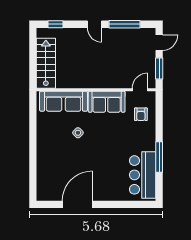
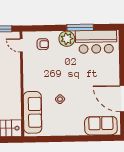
sofa: (107, 102) -> (101, 126), moved, turned -90
plant: (147, 142) -> (67, 39), added

